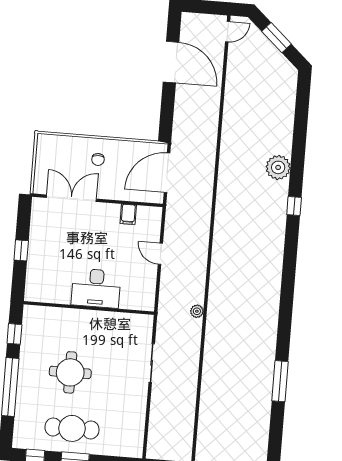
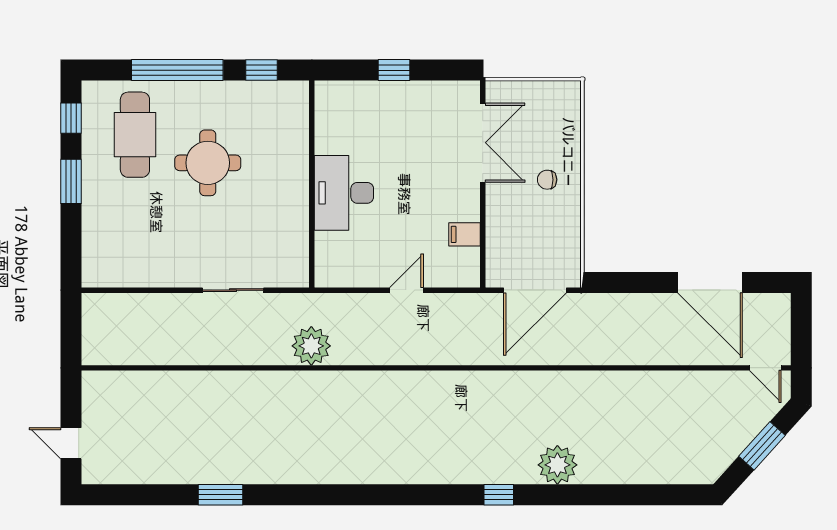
door: (171, 62) -> (710, 282), hinge flipped
door: (167, 173) -> (535, 290), swing flipped
plant: (197, 311) -> (311, 346), width x1.88, depth x1.88
window: (280, 381) -> (220, 495), width x0.69
cafe table: (72, 428) -> (135, 135), moved

